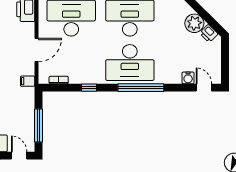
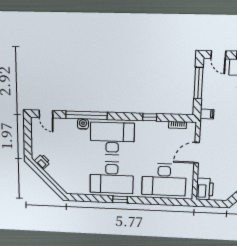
plant: (194, 23) -> (55, 171), removed
water cooler: (188, 78) -> (83, 124), moved
filing cabinet: (28, 81) -> (207, 114), moved
window: (141, 88) -> (86, 115), moved

